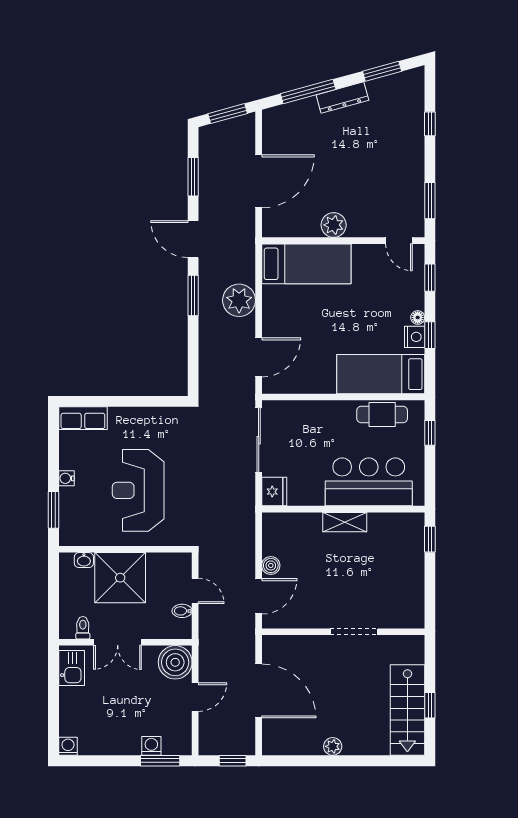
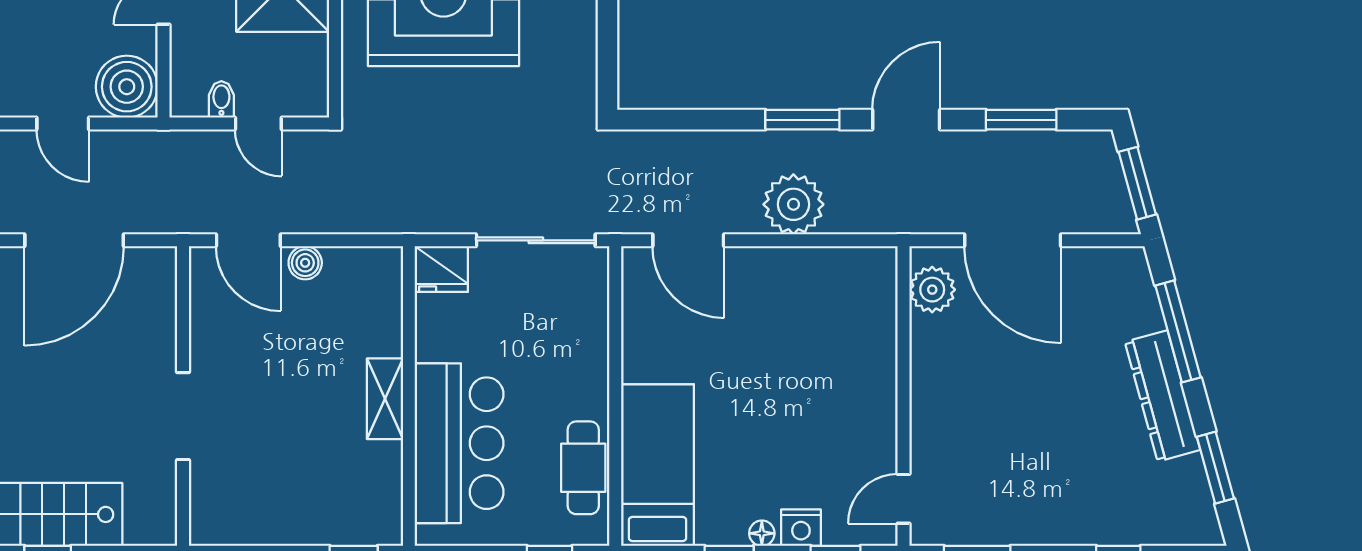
dresser: (342, 98) -> (1163, 396), width x1.37, depth x1.24
plant: (334, 225) -> (932, 290), moved
bed: (306, 264) -> (861, 328), removed
nightstand: (415, 337) -> (801, 528), moved
door: (195, 591) -> (258, 123), hinge flipped

